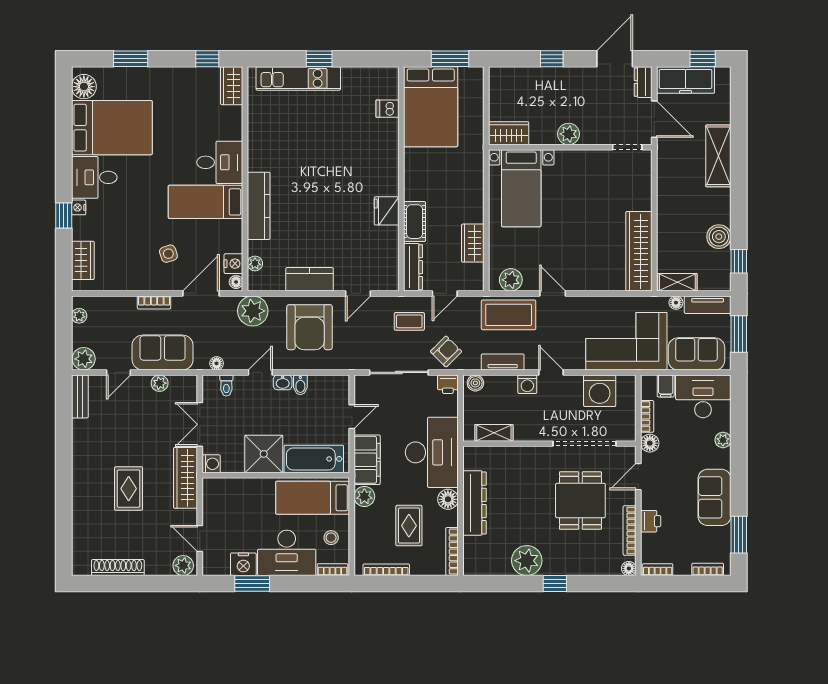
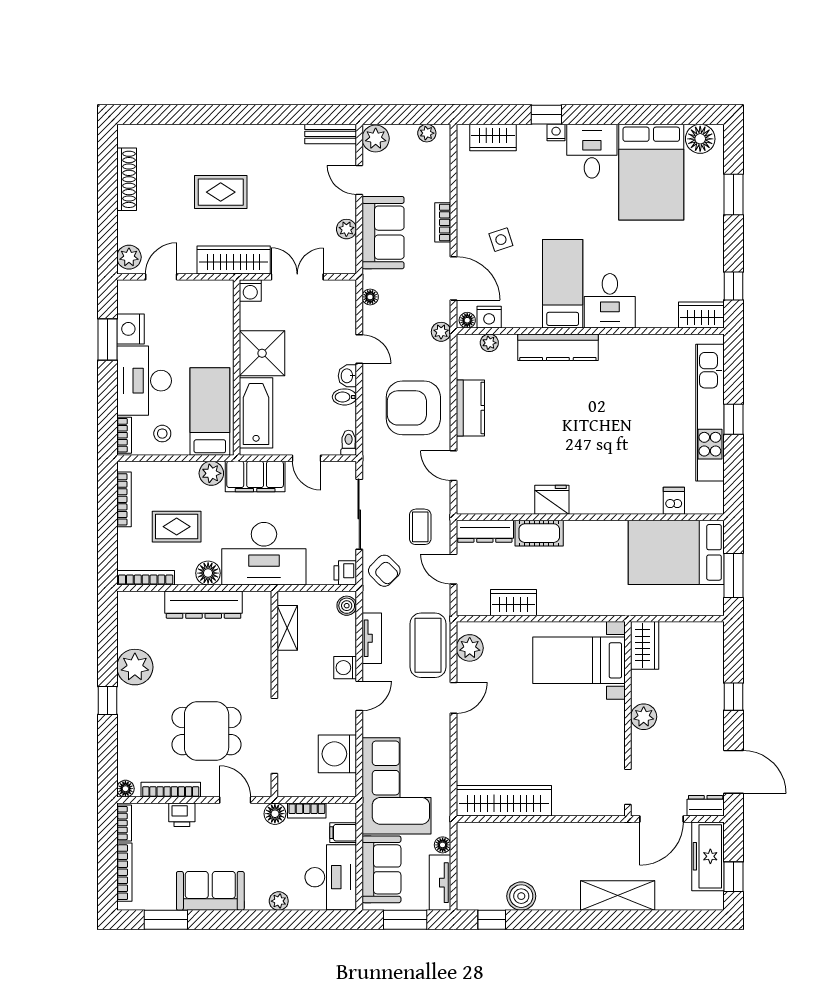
kitchen unit: (298, 78) -> (710, 413), width x1.36
shelving: (677, 282) -> (467, 847), removed
plant: (253, 311) -> (441, 332), width x0.53, depth x0.53
toilet: (226, 385) -> (349, 443), moved, turned 90
bookcase: (708, 569) -> (124, 872), width x1.56

